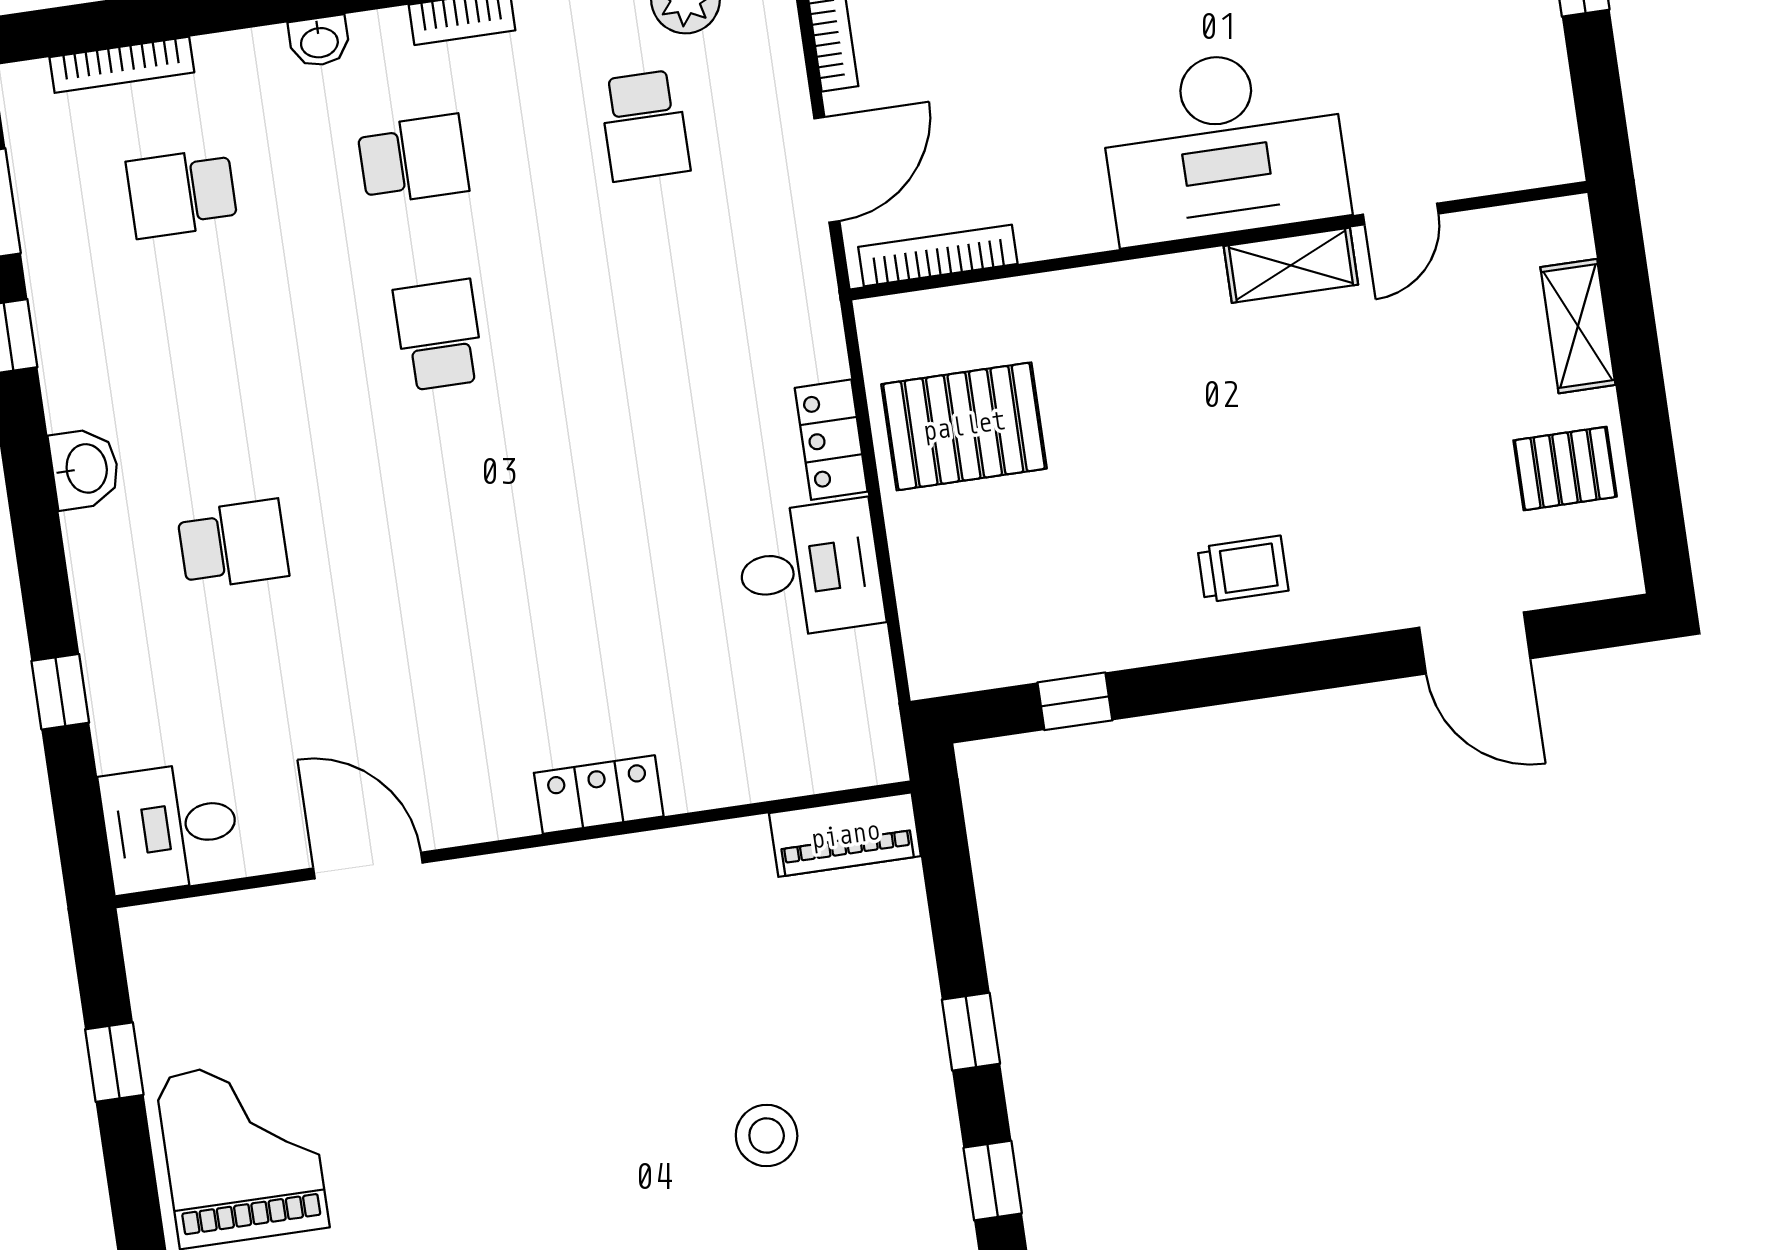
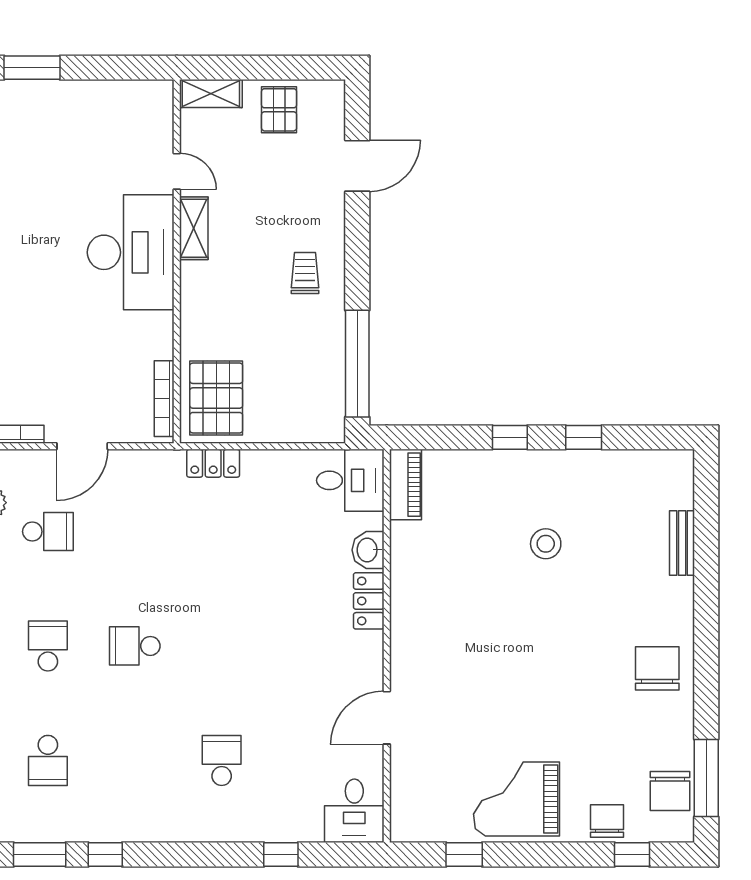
desk: (1224, 145) -> (131, 252), moved
door: (827, 170) -> (82, 446), swing flipped
door: (1401, 214) -> (177, 171), moved
wall: (1219, 241) -> (177, 261), moved
bookcase: (938, 255) -> (164, 399), moved
shelving: (1291, 265) -> (194, 228), moved
washbasin: (85, 469) -> (368, 550), moved, turned -90
desk: (810, 569) -> (350, 480), moved, turned 90
window: (1075, 701) -> (357, 364), width x3.17

